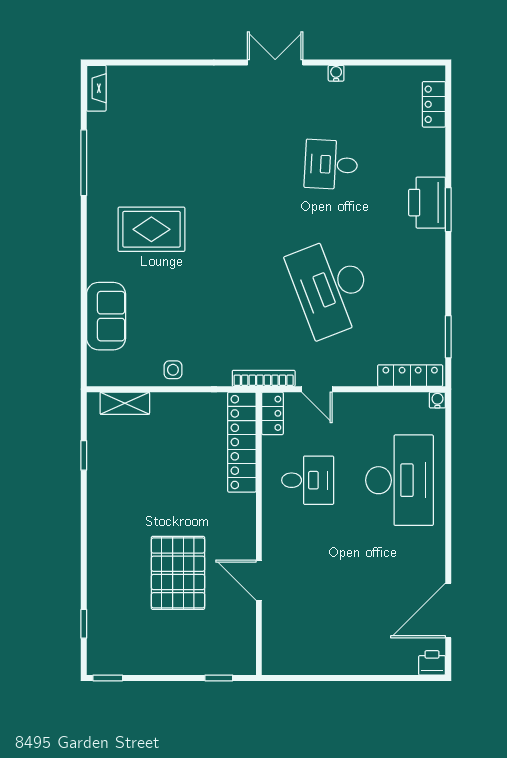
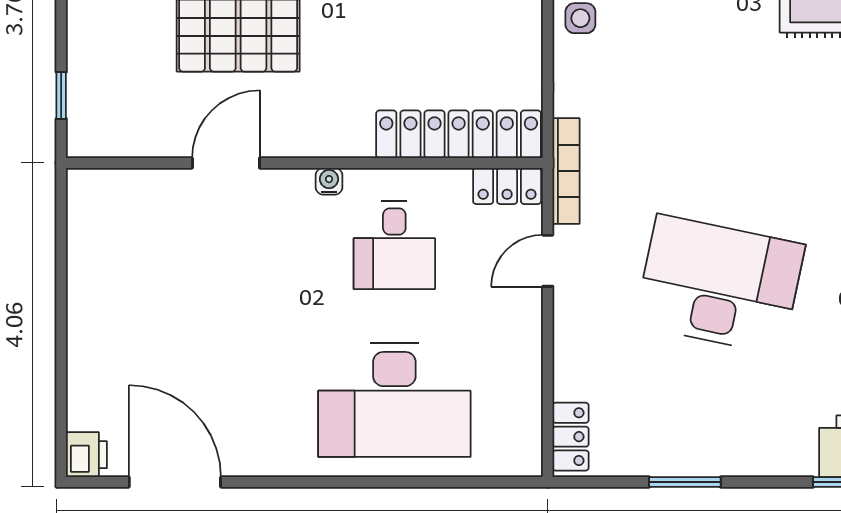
desk: (331, 287) -> (720, 285), turned 33
window: (448, 337) -> (685, 482), moved
locker: (410, 376) -> (571, 437), width x0.66
water cooler: (437, 400) -> (329, 181), moved, turned -90

